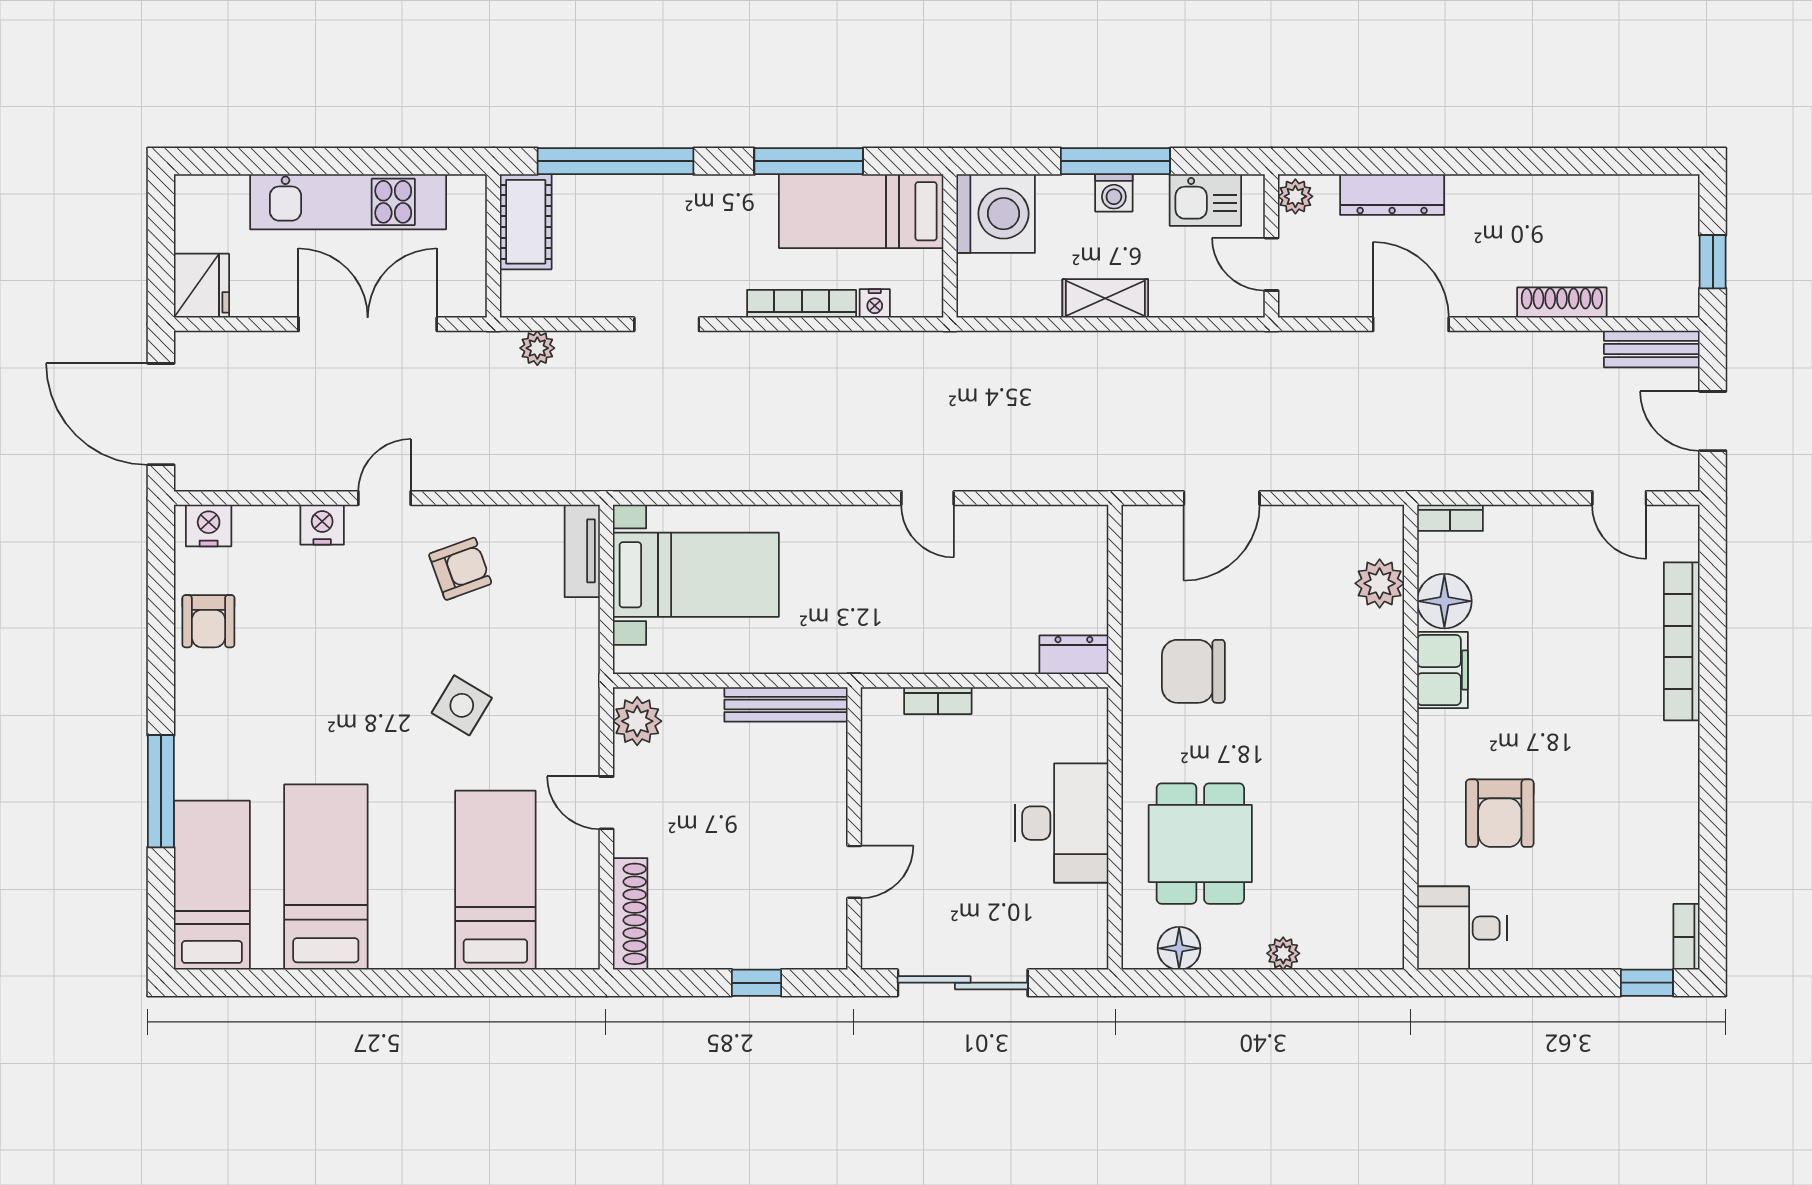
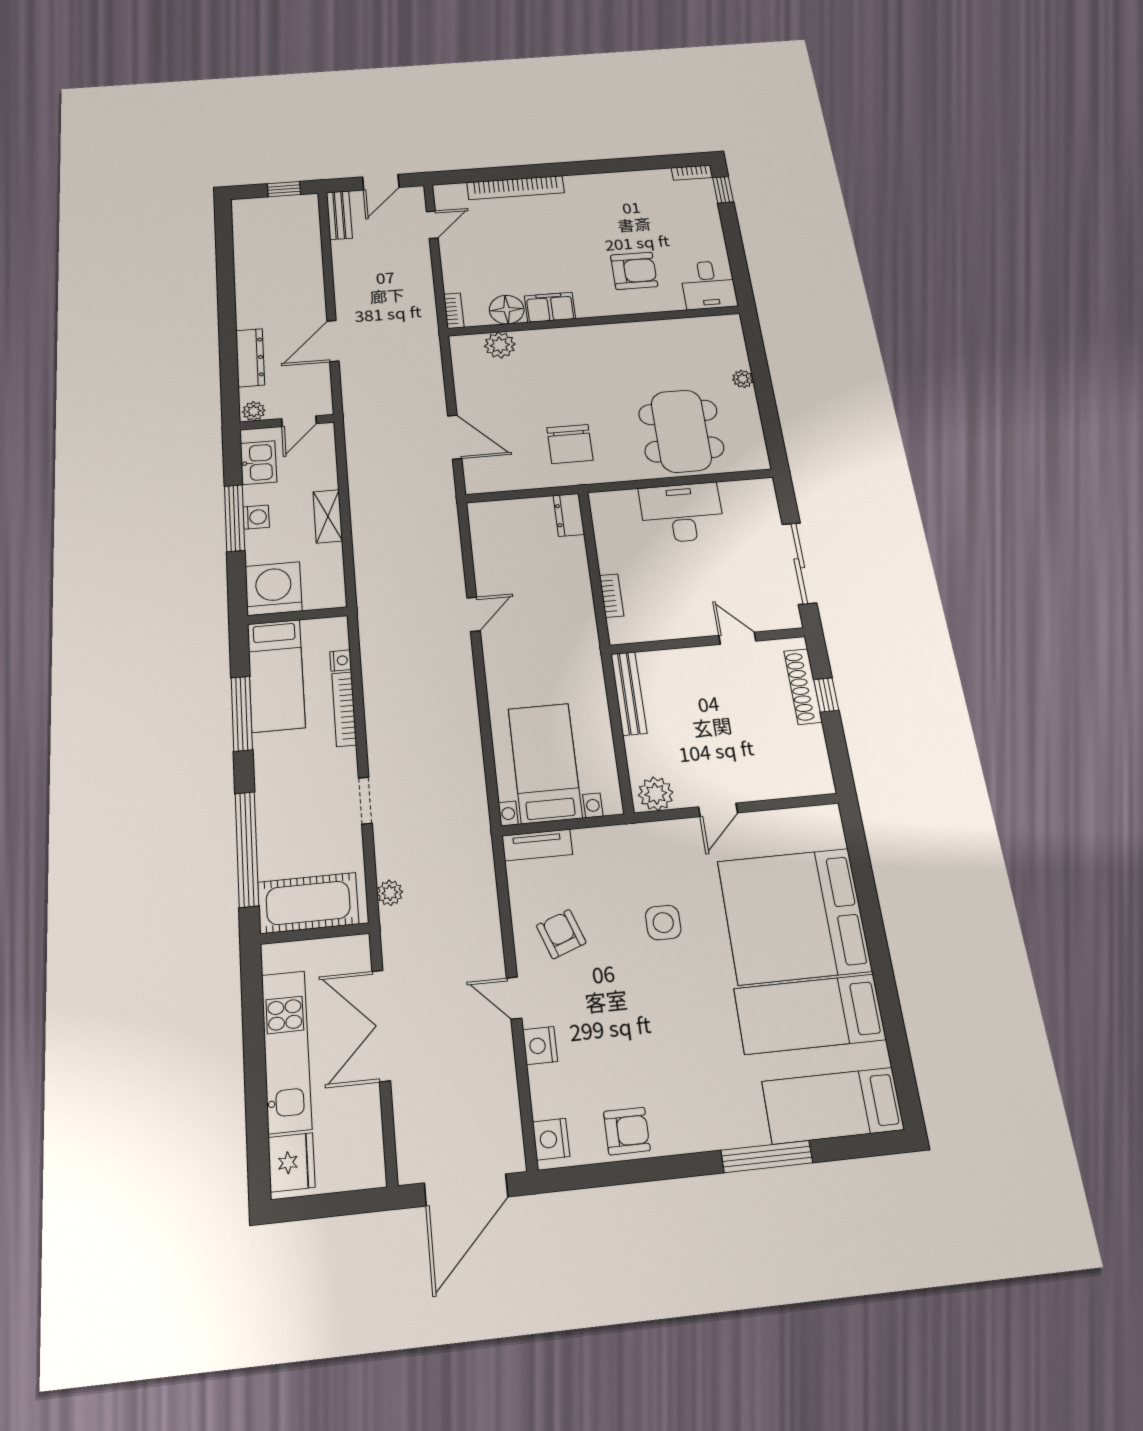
cot: (526, 222) -> (308, 903), width x1.37, depth x1.34
fridge: (201, 286) -> (291, 1162), moved, turned 90
shoe rack: (1562, 302) -> (314, 263), removed
side table: (462, 705) -> (663, 923), turned -31
dining table: (1200, 844) -> (681, 431), width x1.37
bed: (495, 880) -> (794, 916), width x2.04
shoe rack: (630, 914) -> (803, 686), moved, turned -90
floor lamp: (1179, 948) -> (751, 437), removed

